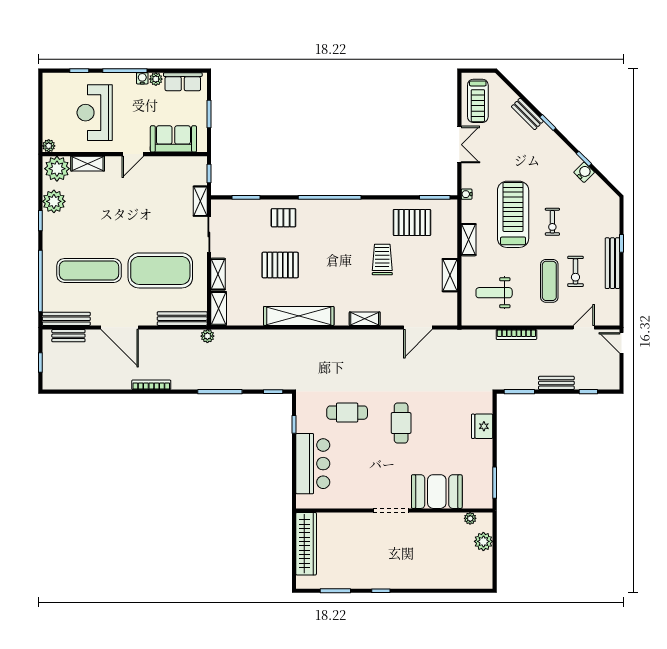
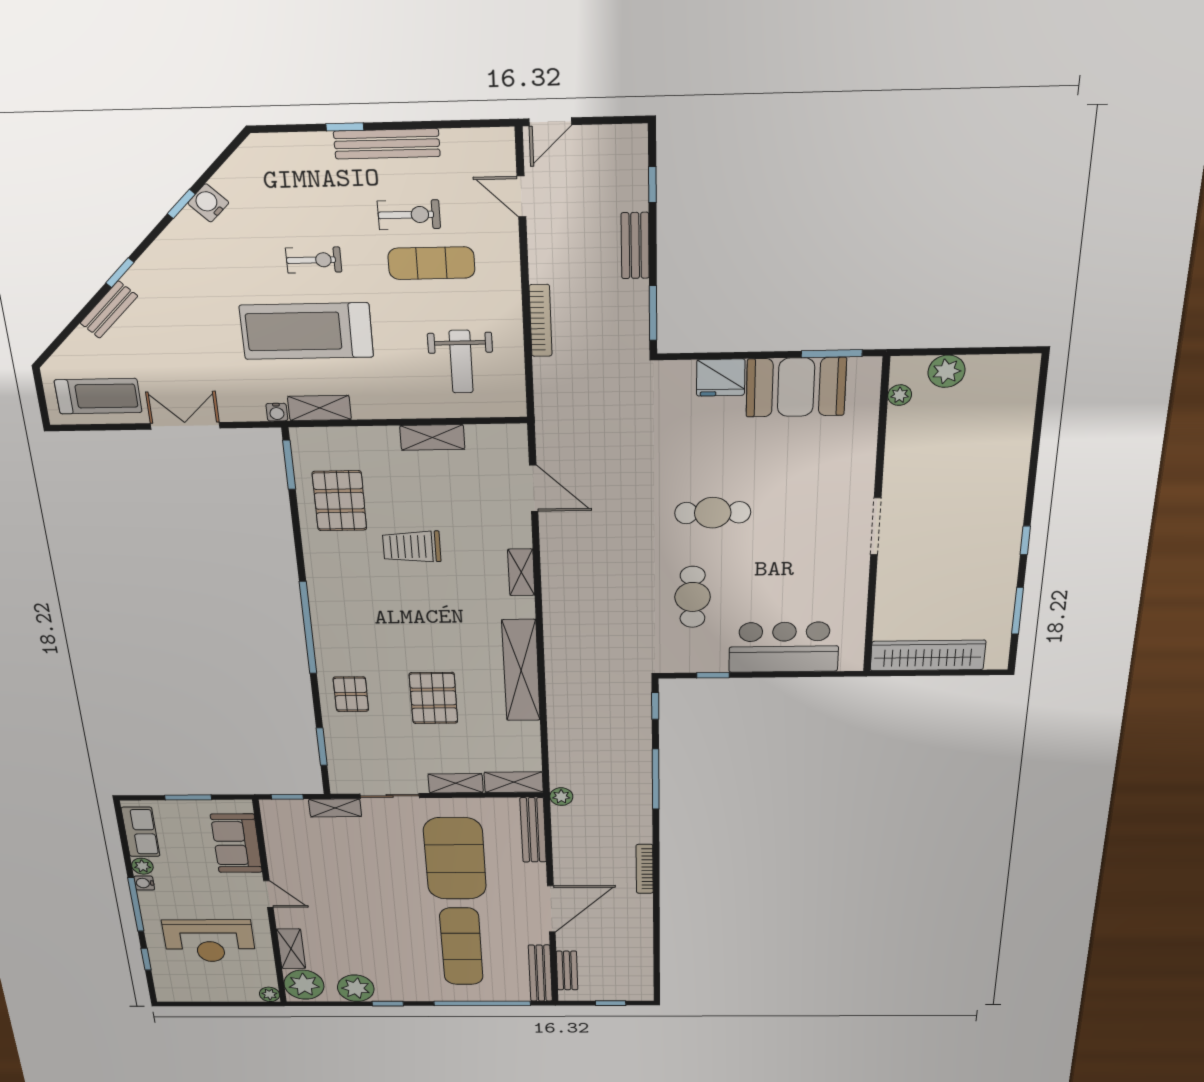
shelving: (469, 240) -> (319, 408), moved
booth: (437, 492) -> (796, 387), moved, turned 90

